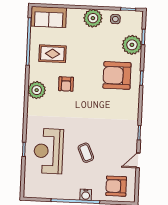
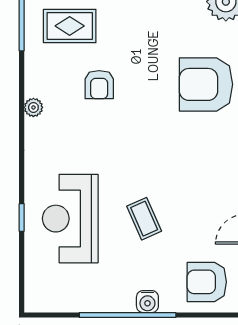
armchair: (117, 75) -> (206, 84), moved
plant: (37, 90) -> (33, 107), width x0.53, depth x0.53

